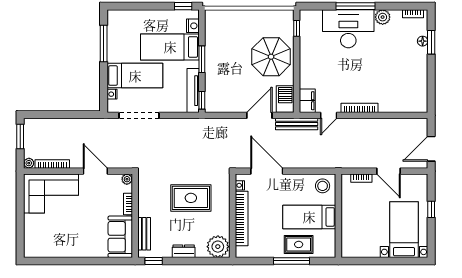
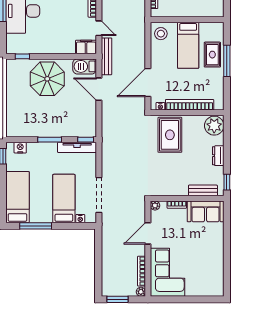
bed: (170, 47) -> (17, 197), moved, turned 180
rug: (191, 198) -> (170, 135), moved

